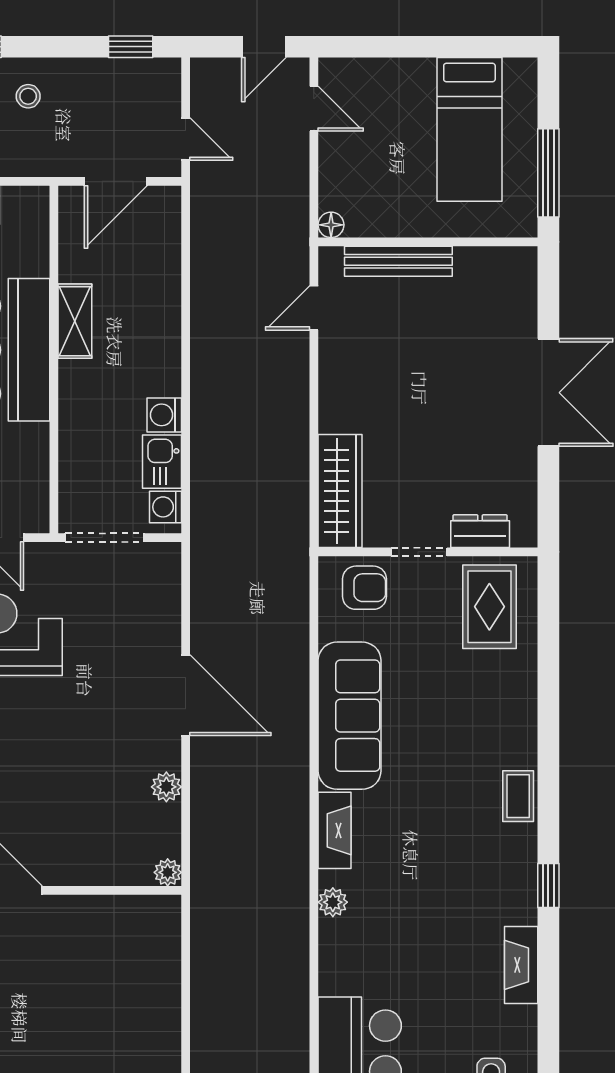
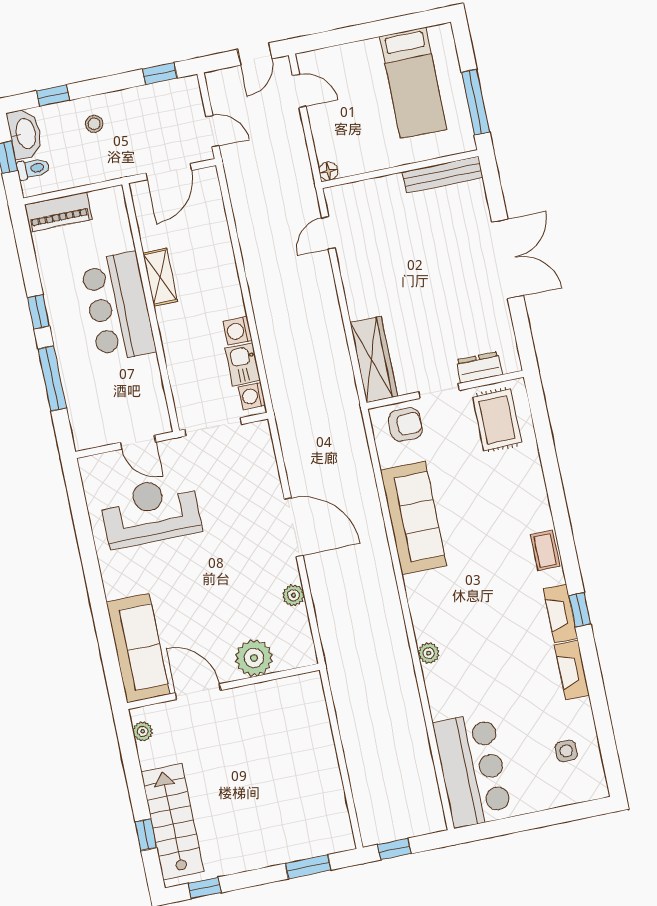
bench: (398, 261) -> (443, 175), moved
fireplace: (335, 830) -> (560, 613), moved, turned 180
plant: (168, 872) -> (254, 658), moved, width x1.88, depth x1.88

